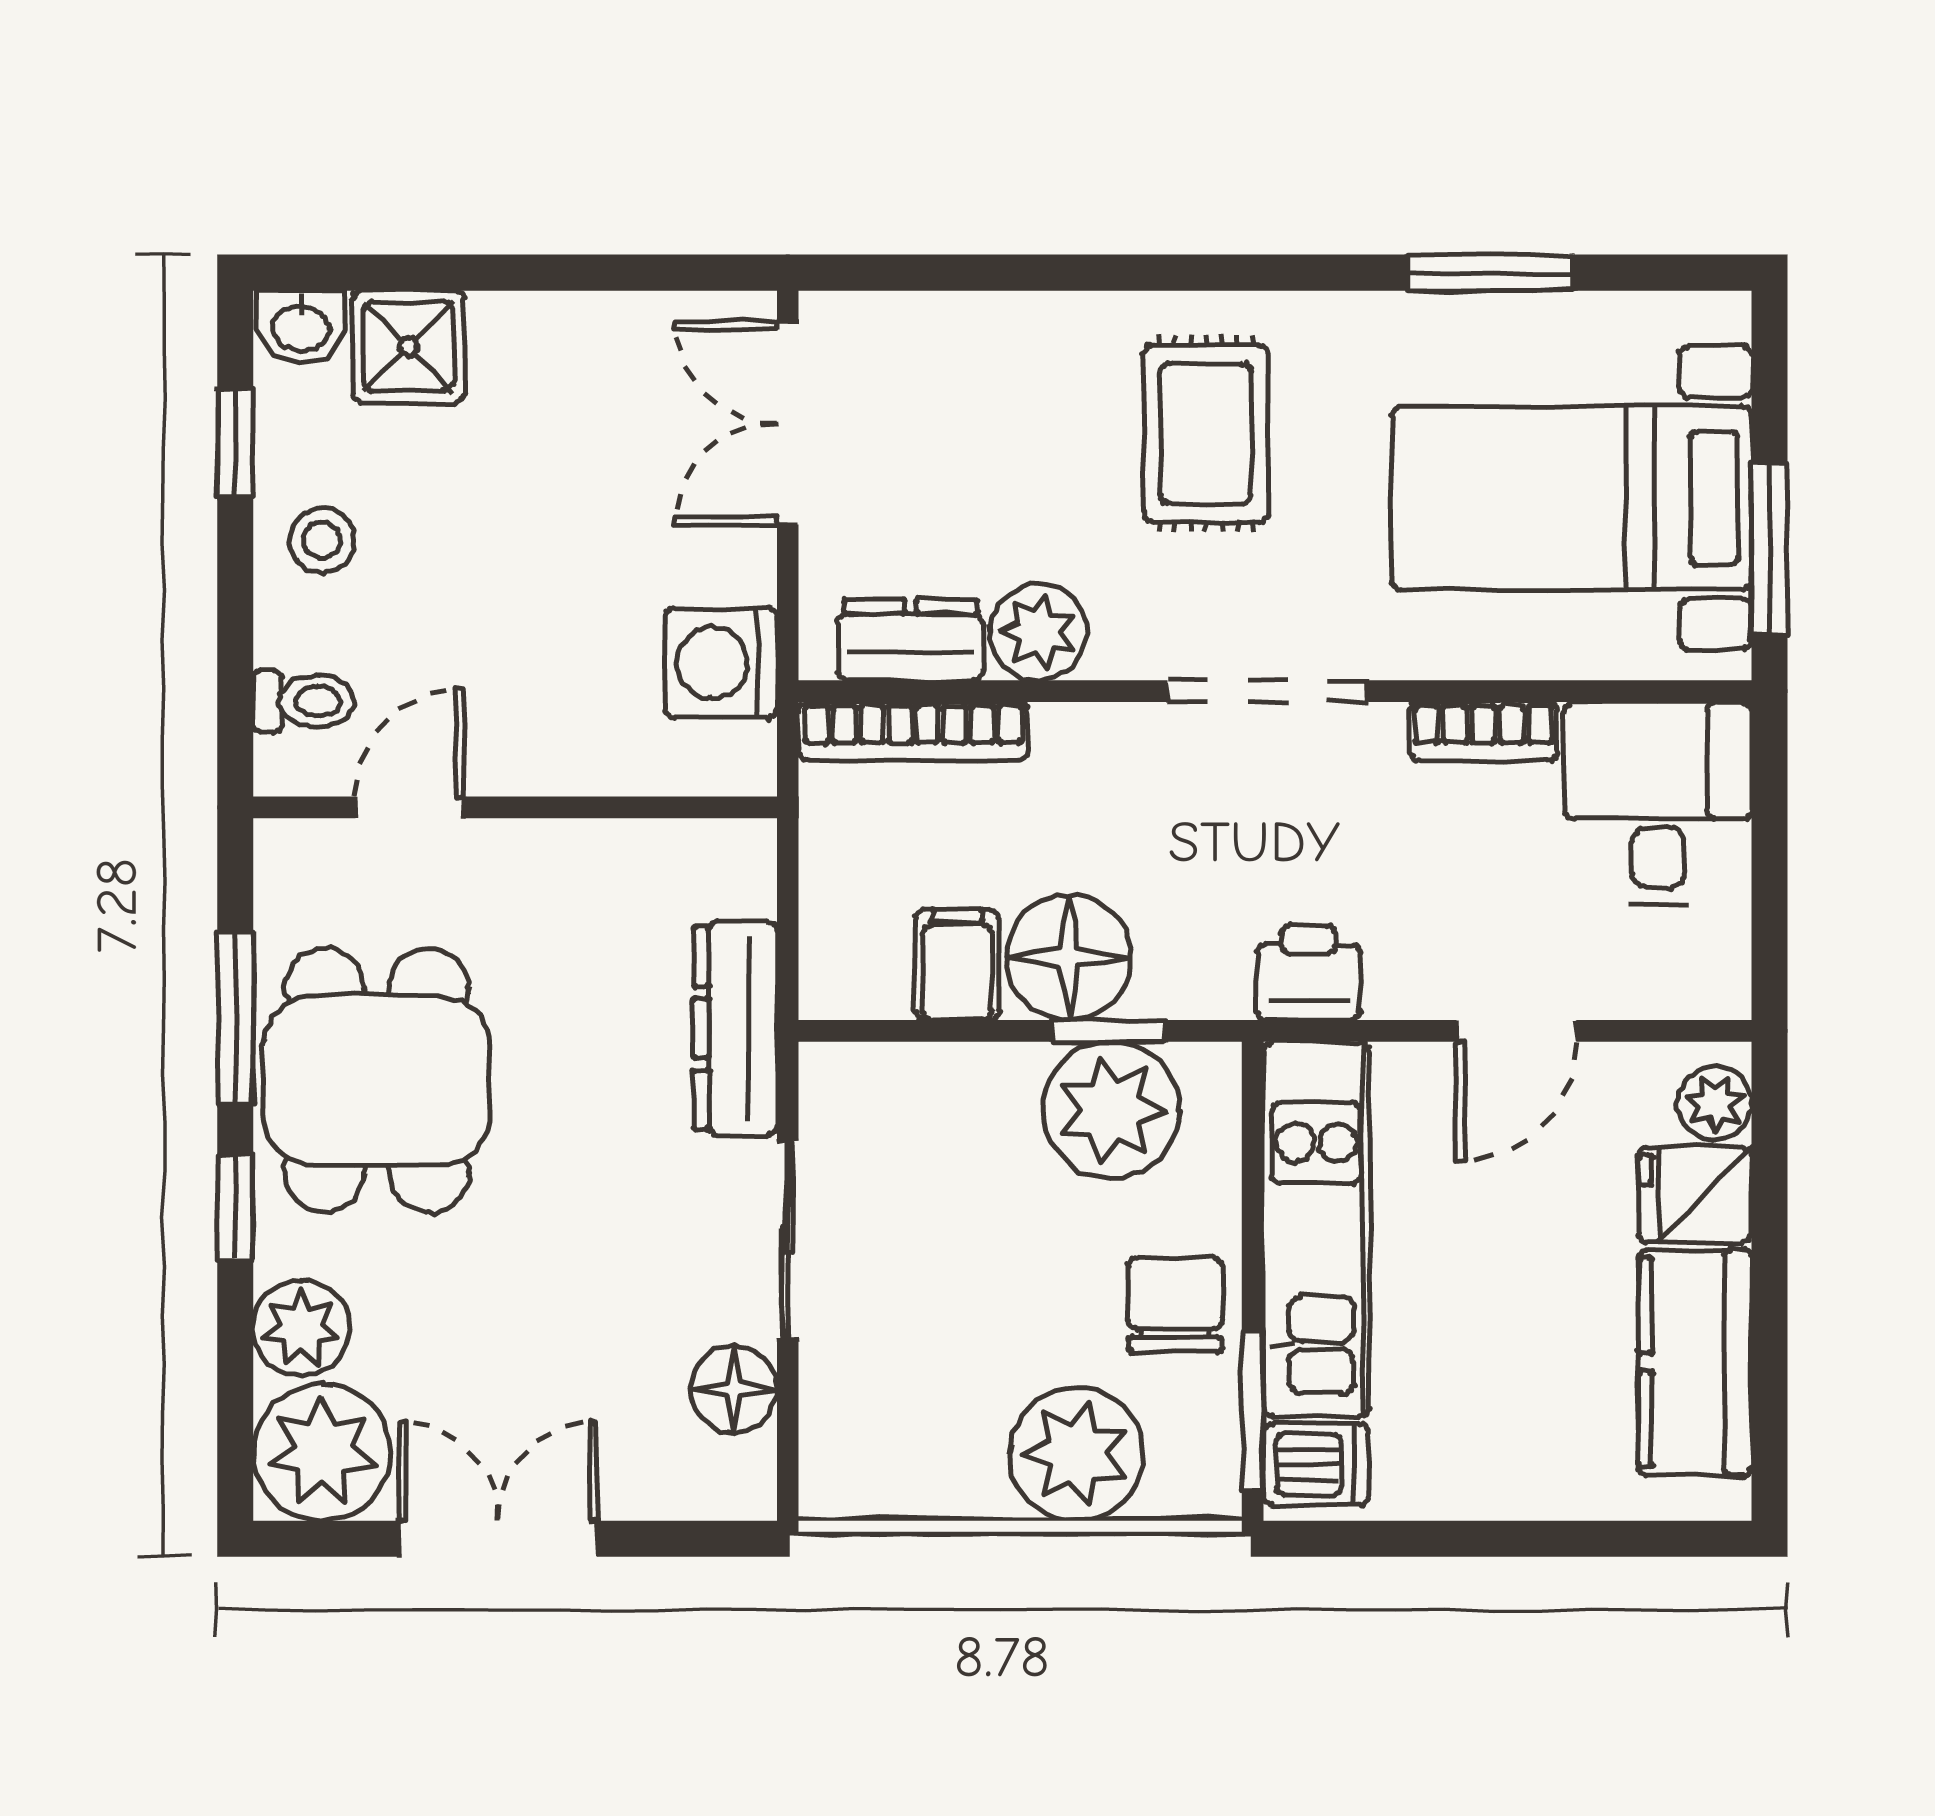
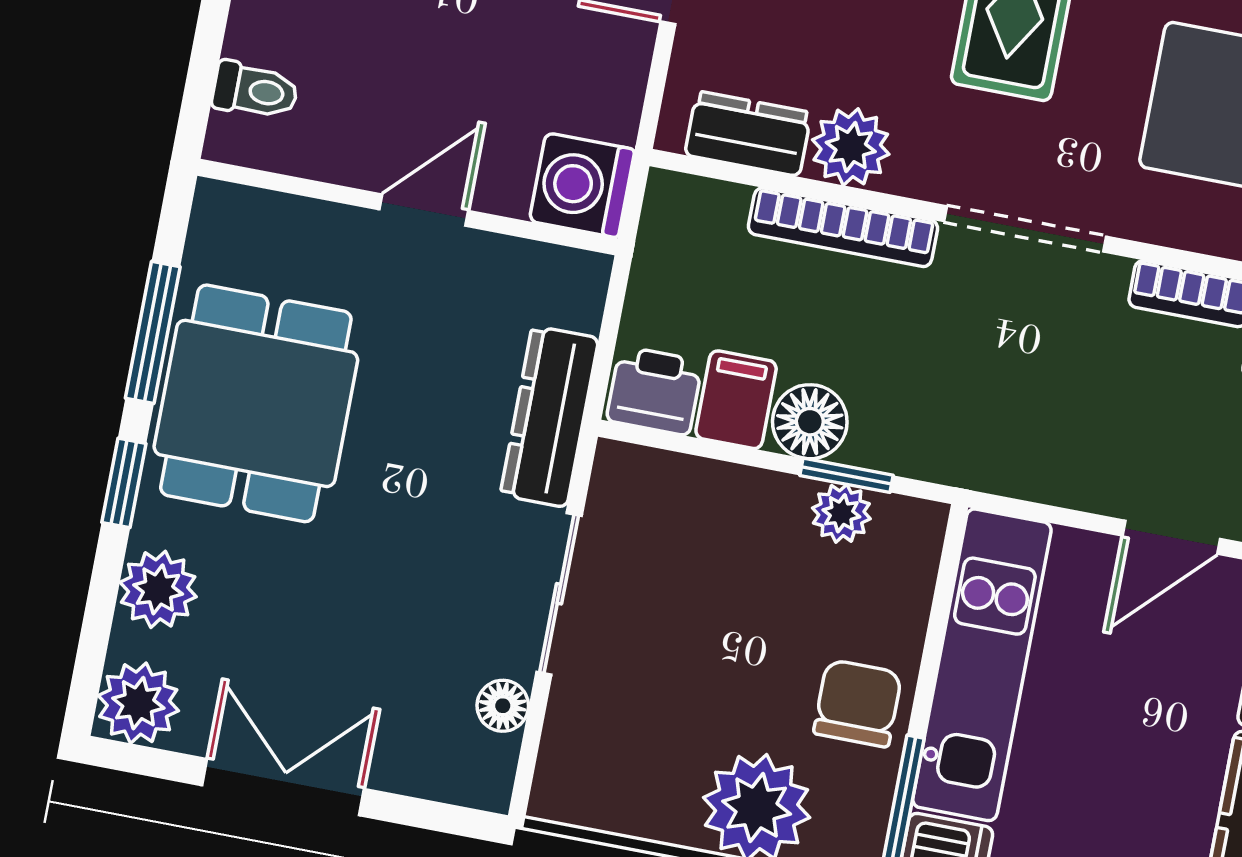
washing machine: (721, 663) -> (582, 185), moved
bookcase: (913, 731) -> (843, 227), moved
door: (410, 807) -> (424, 210), moved
floor lamp: (1069, 957) -> (810, 422), width x0.73, depth x0.73
printer: (1309, 973) -> (655, 391), moved
plant: (1111, 1110) -> (841, 513), width x0.53, depth x0.53
floor lamp: (734, 1389) -> (503, 706), width x0.73, depth x0.73
plant: (322, 1452) -> (138, 703), width x0.73, depth x0.73

